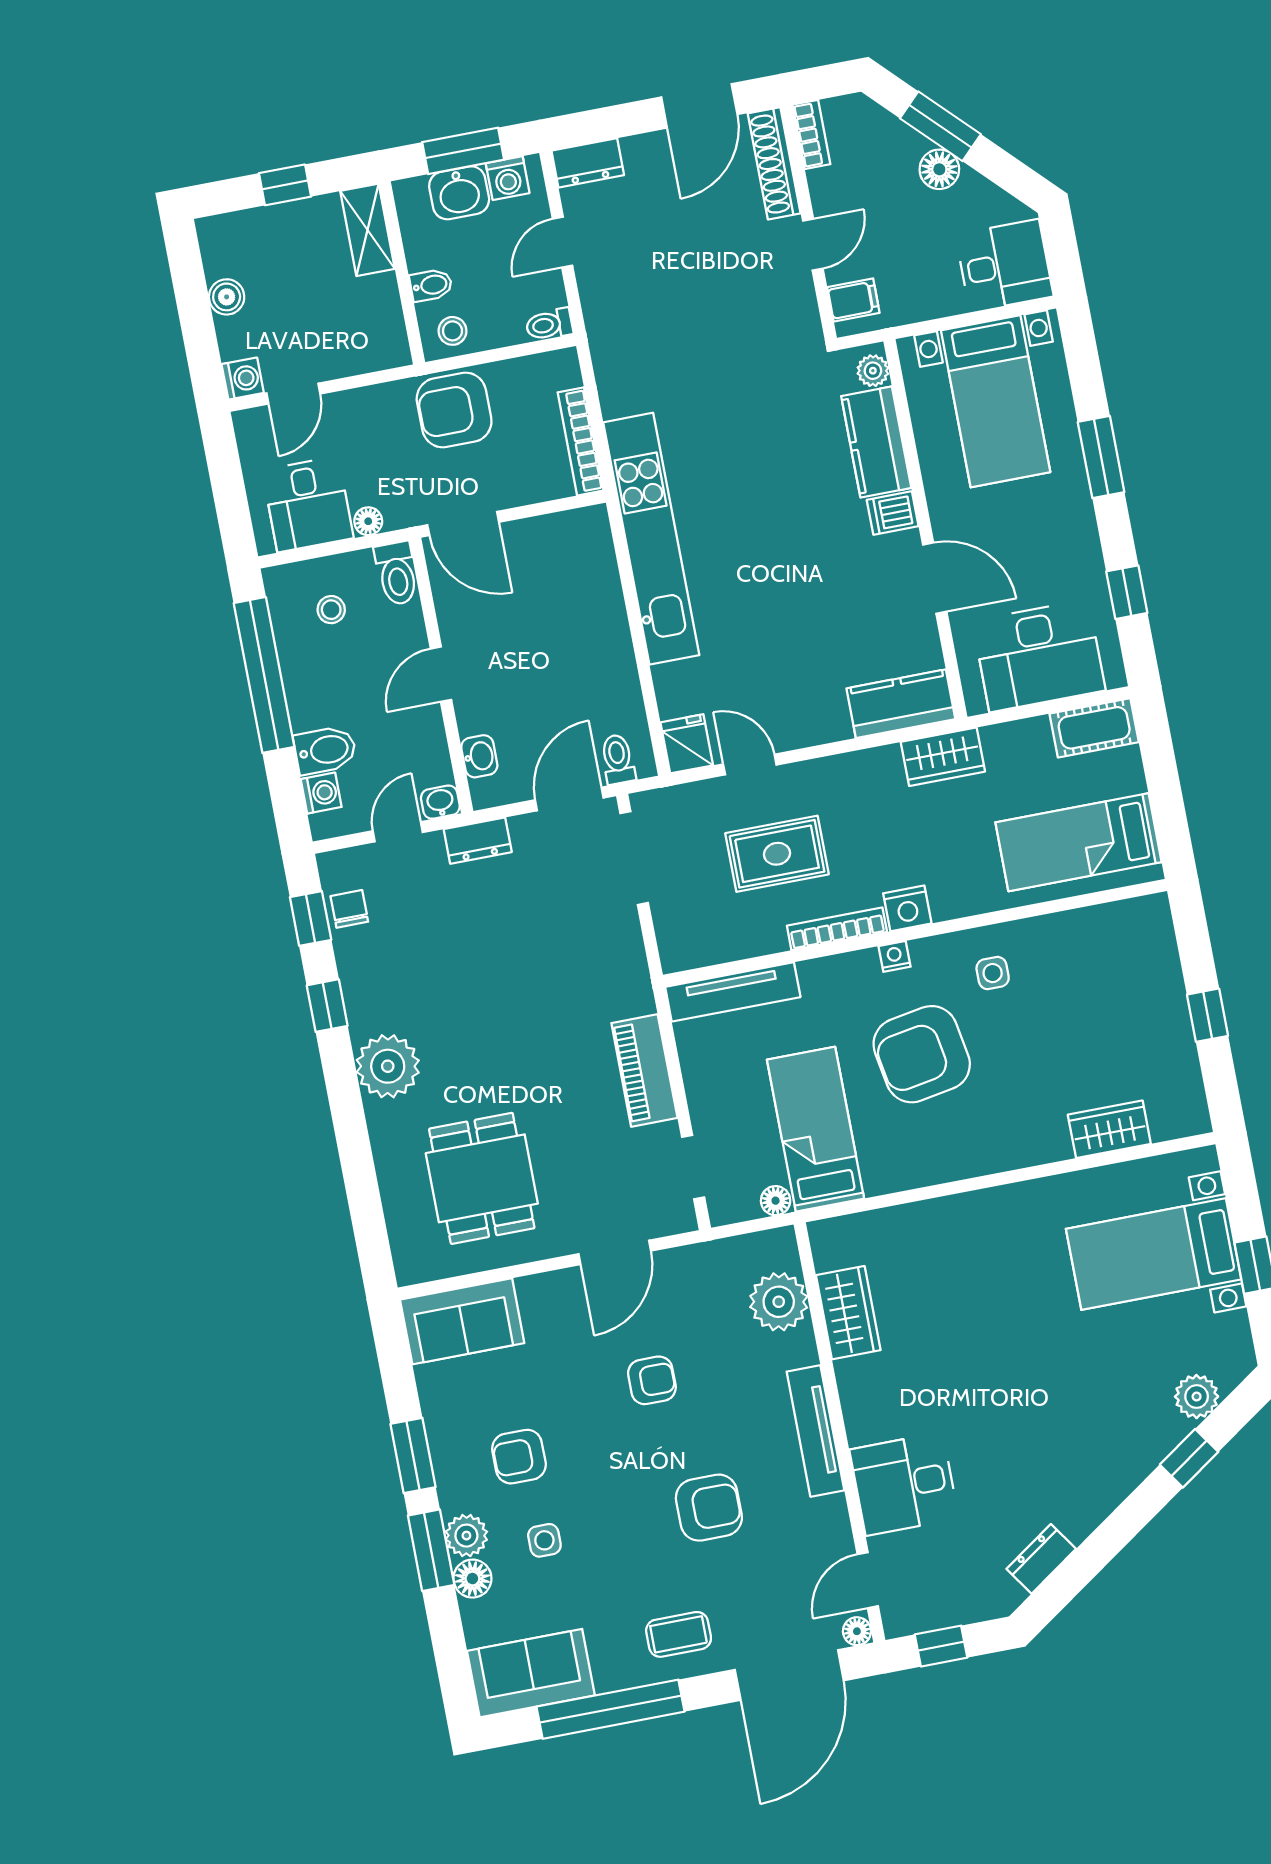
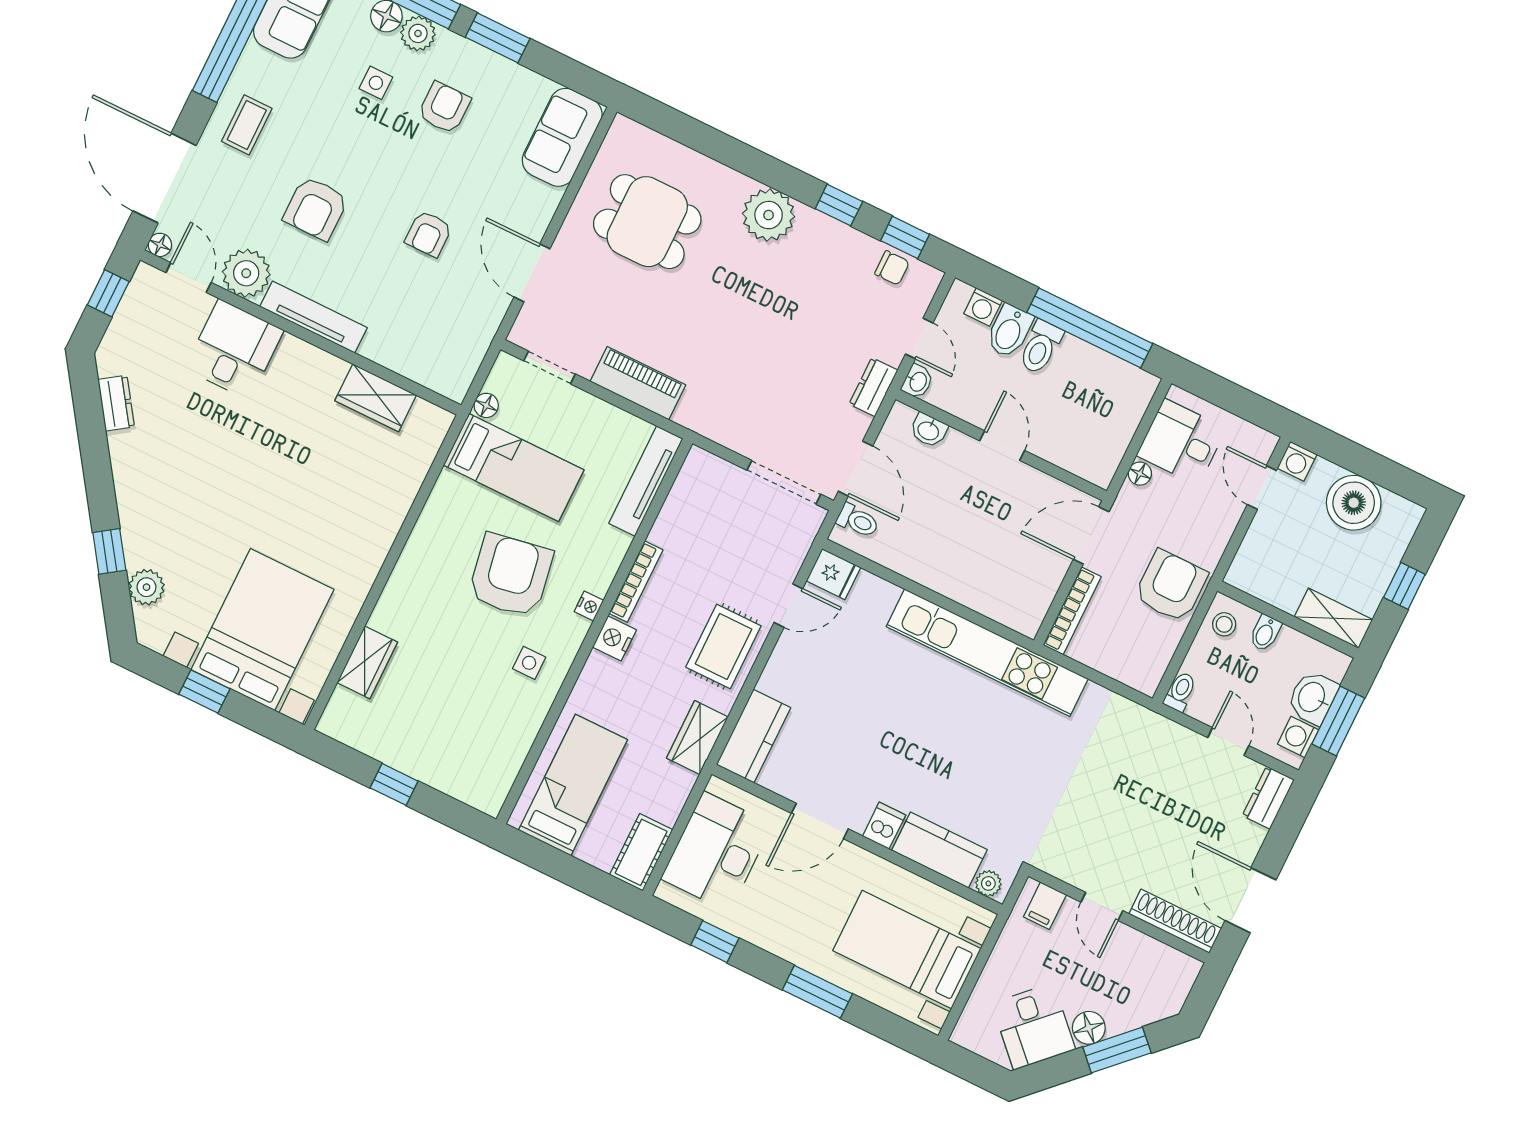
bookcase: (811, 134) -> (1176, 960), removed
desk: (1004, 265) -> (1033, 1026), moved, turned -45
boiler: (227, 297) -> (1354, 503), width x1.86, depth x1.86
bookcase: (581, 441) -> (1072, 611), moved, turned 90
toilet: (397, 573) -> (1041, 347), moved, turned -90
stool: (331, 610) -> (1100, 405), removed
rug: (777, 854) -> (723, 646), moved
bed with nightstands: (1154, 1254) -> (262, 630), width x1.36
plant: (779, 1302) -> (246, 273), moved

